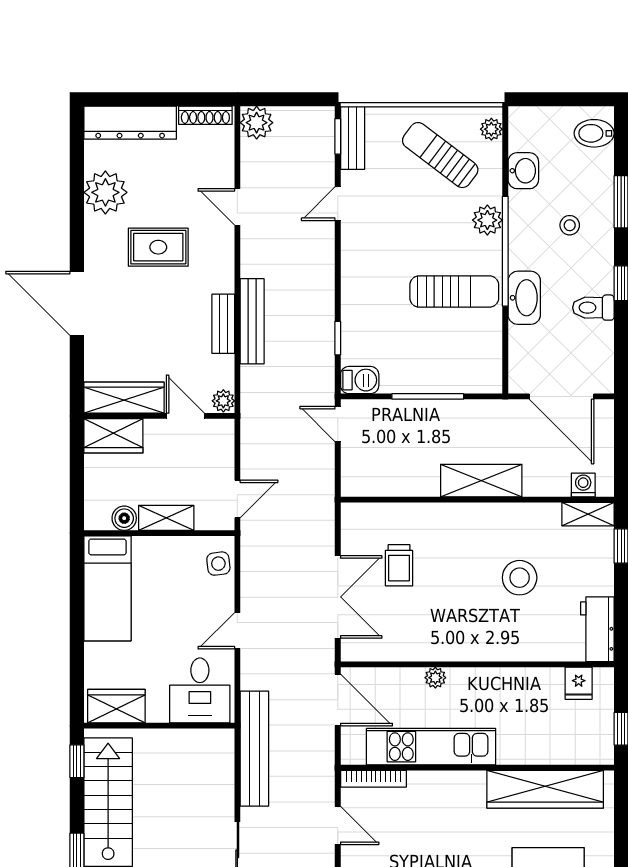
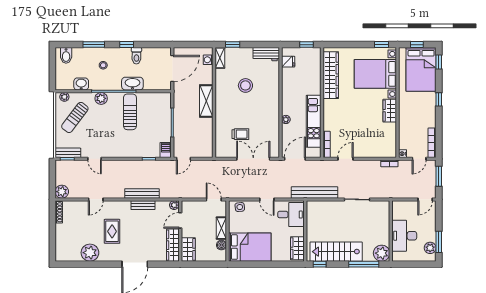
dresser: (130, 123) -> (62, 243), removed
bed: (107, 588) -> (250, 247), width x1.50

